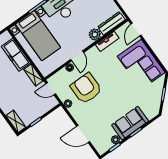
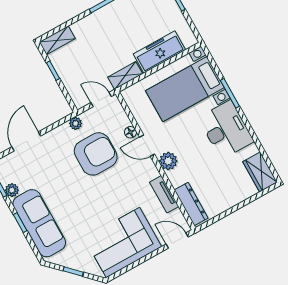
plant: (95, 34) -> (168, 161), moved
door: (51, 89) -> (101, 100), hinge flipped
sofa: (130, 123) -> (39, 223), width x1.36

